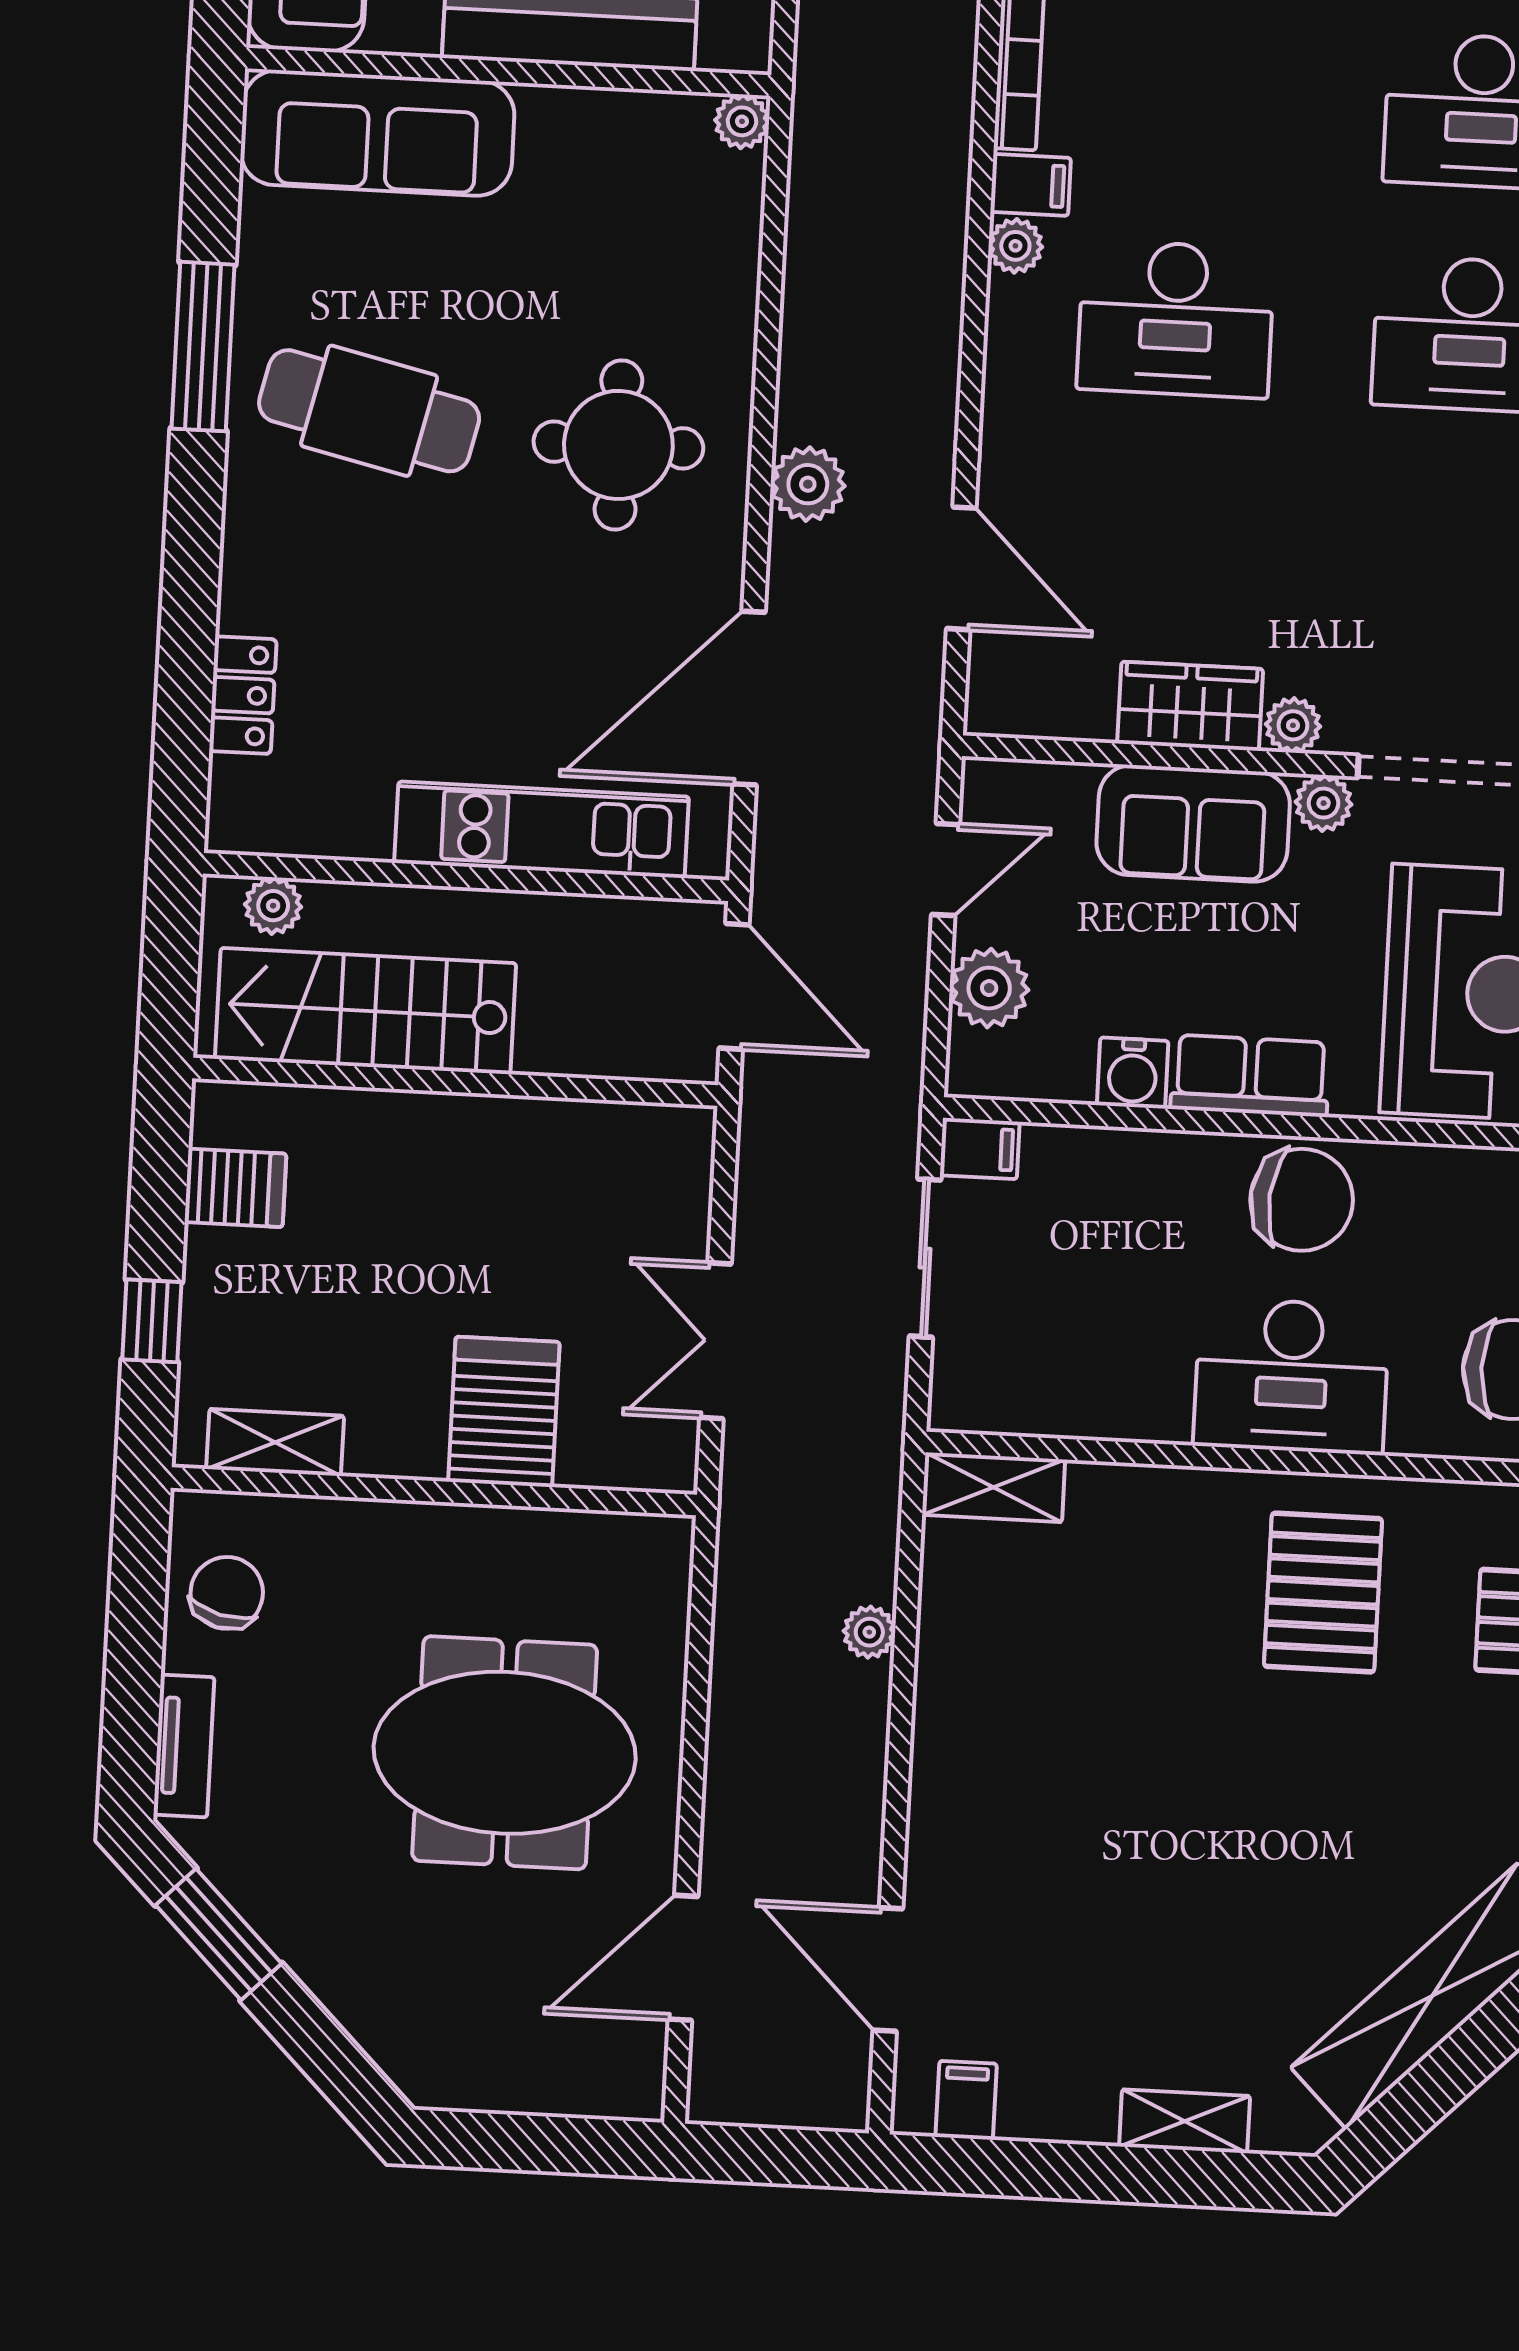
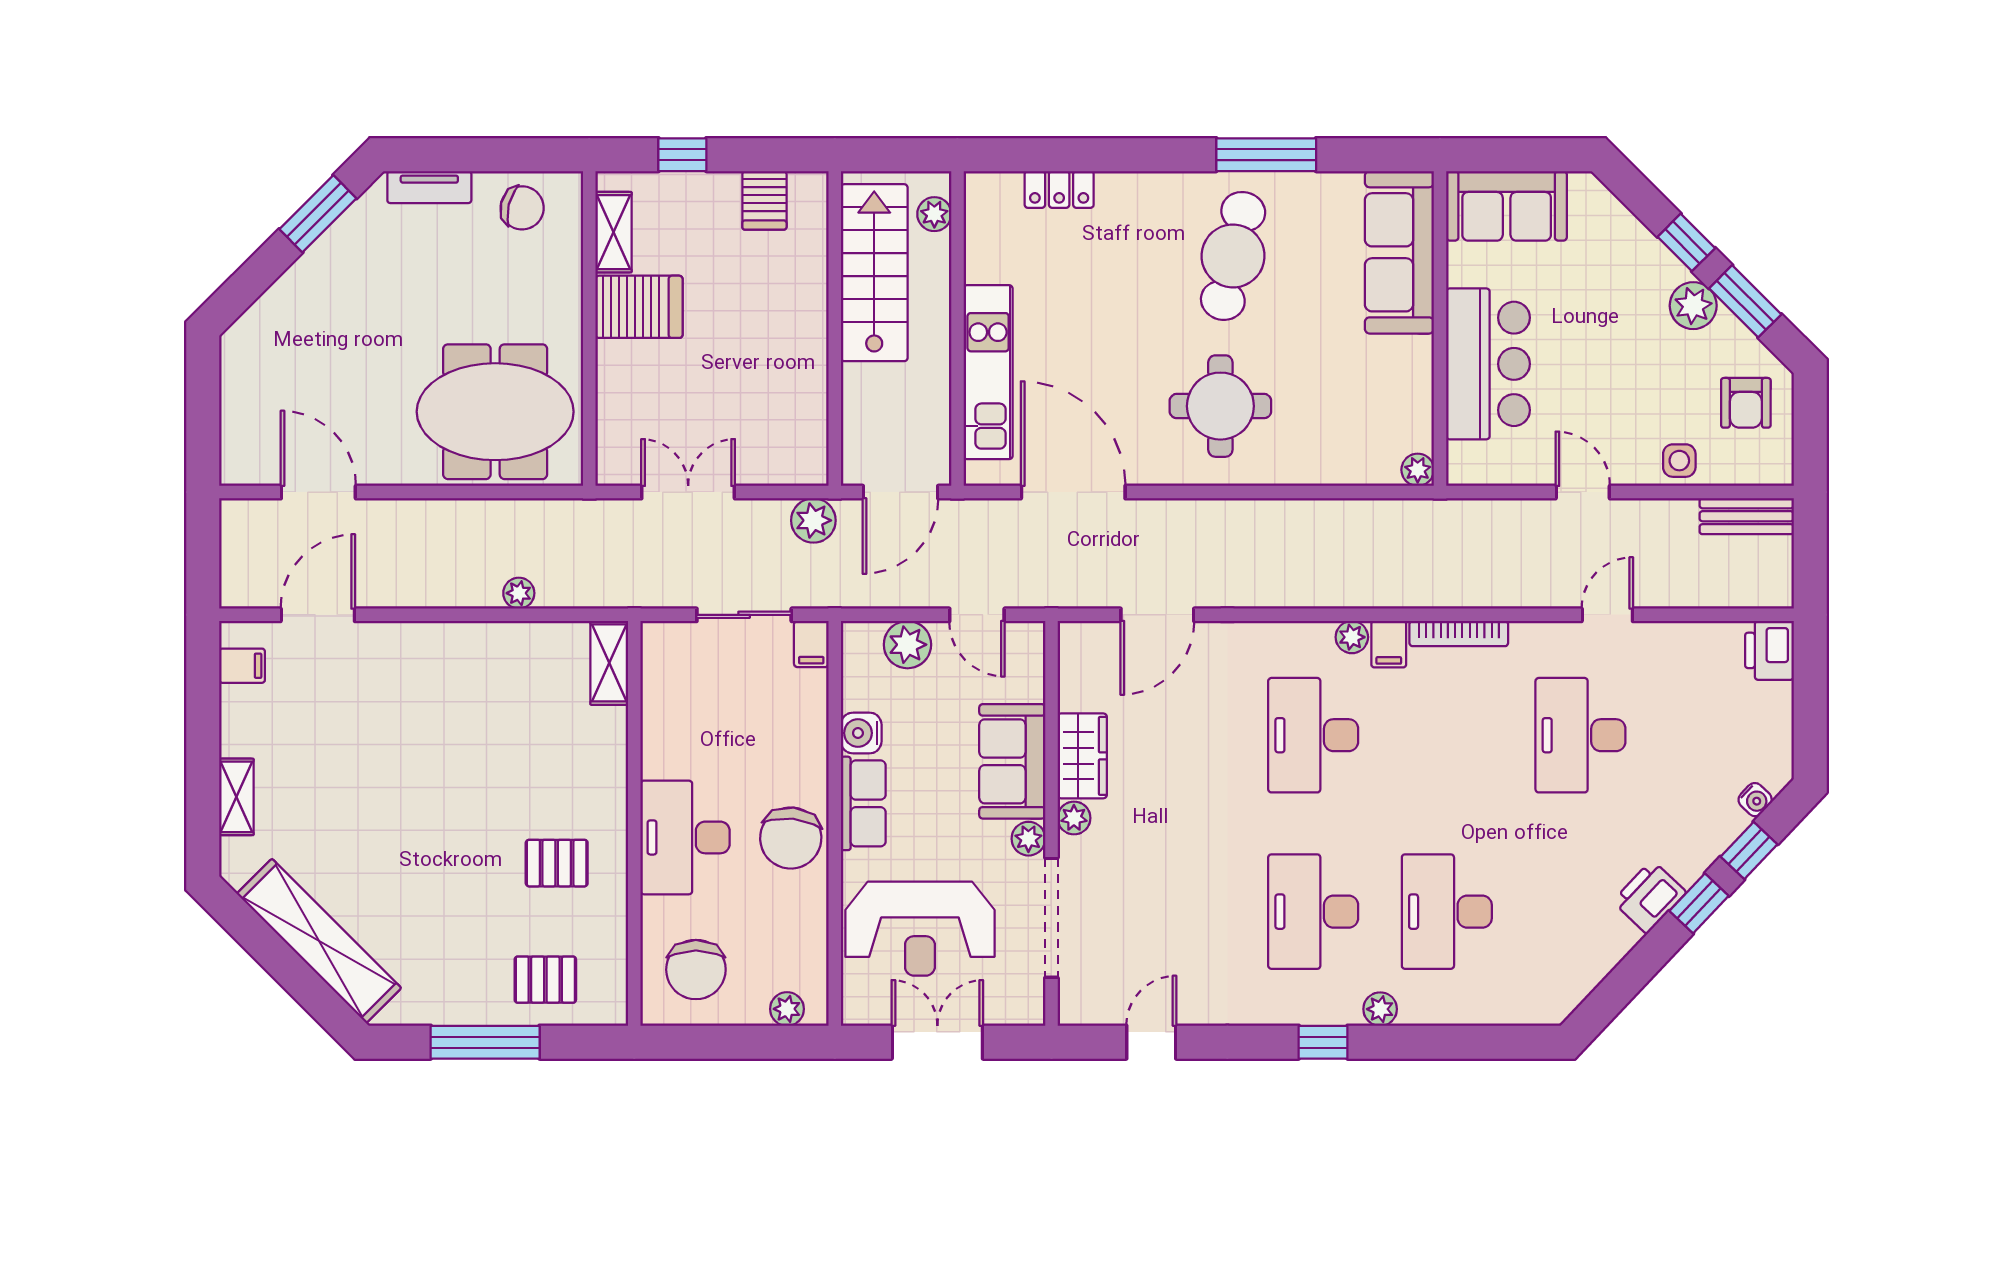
plant: (808, 484) -> (813, 520), moved
server rack: (504, 1412) -> (639, 307), moved
pallet: (1323, 1593) -> (557, 863), width x0.67, depth x0.71
meeting table: (505, 1753) -> (495, 412), moved, turned 90

